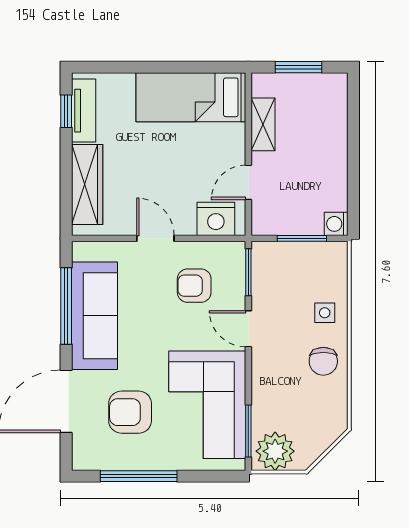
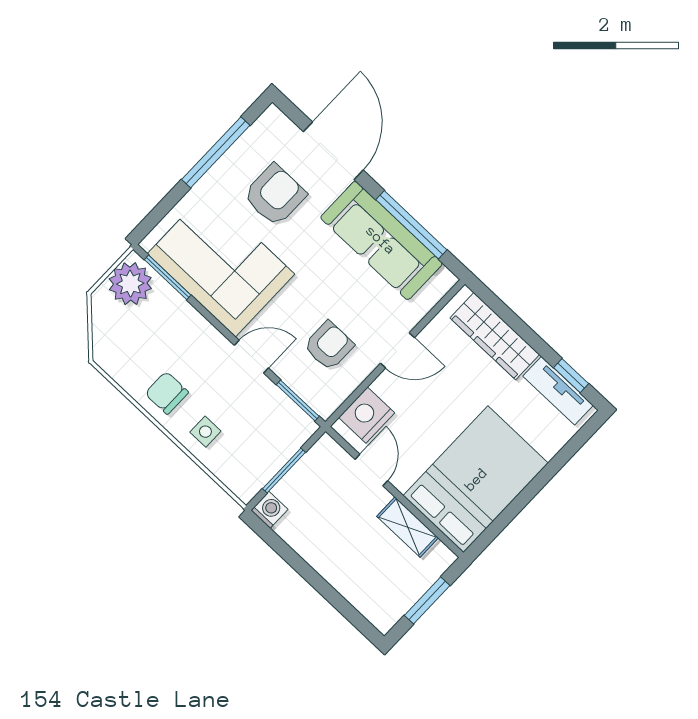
bed: (191, 97) -> (476, 479), width x1.50

